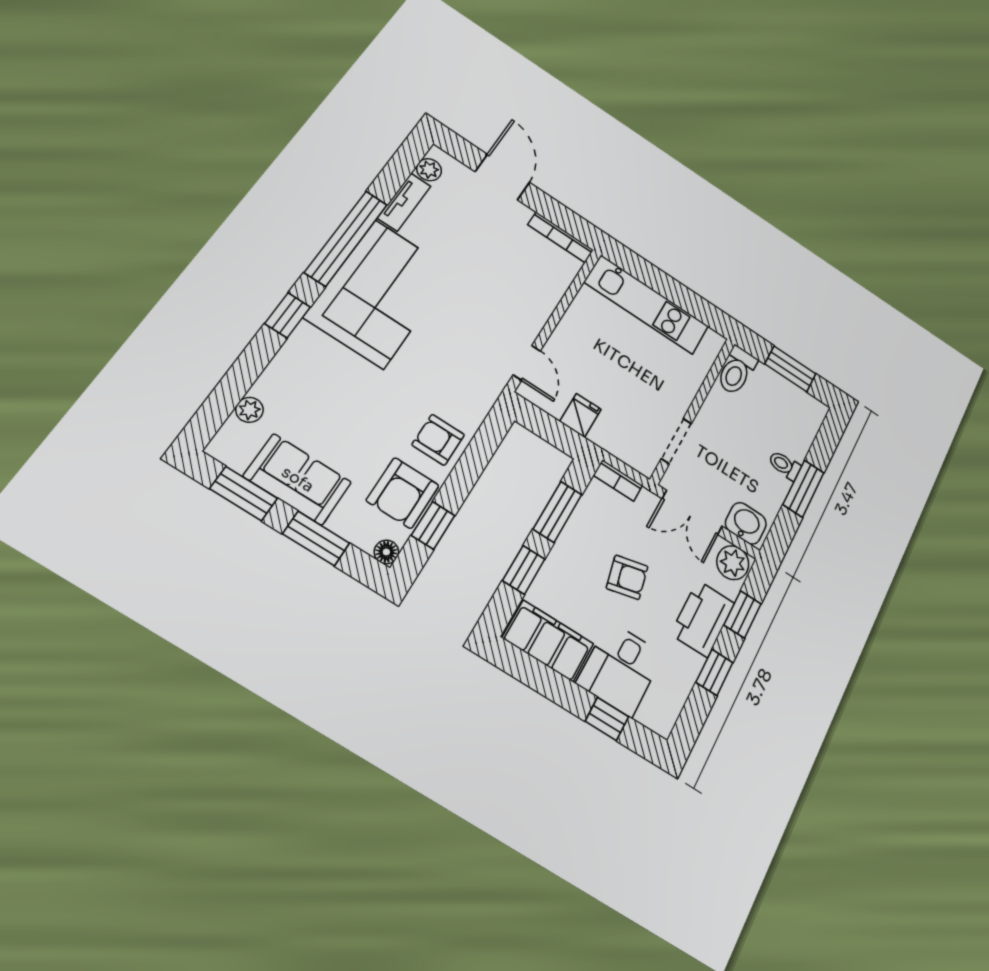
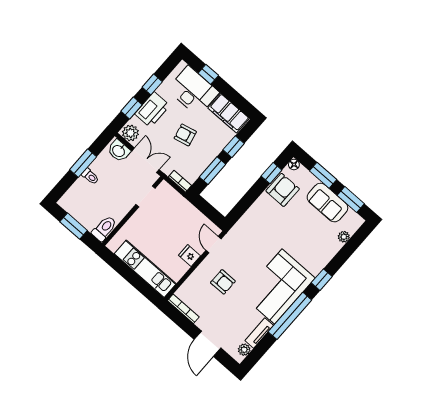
fridge: (580, 415) -> (190, 256), moved, turned 90
armchair: (438, 440) -> (223, 282), moved
desk: (620, 669) -> (193, 91), width x1.37

